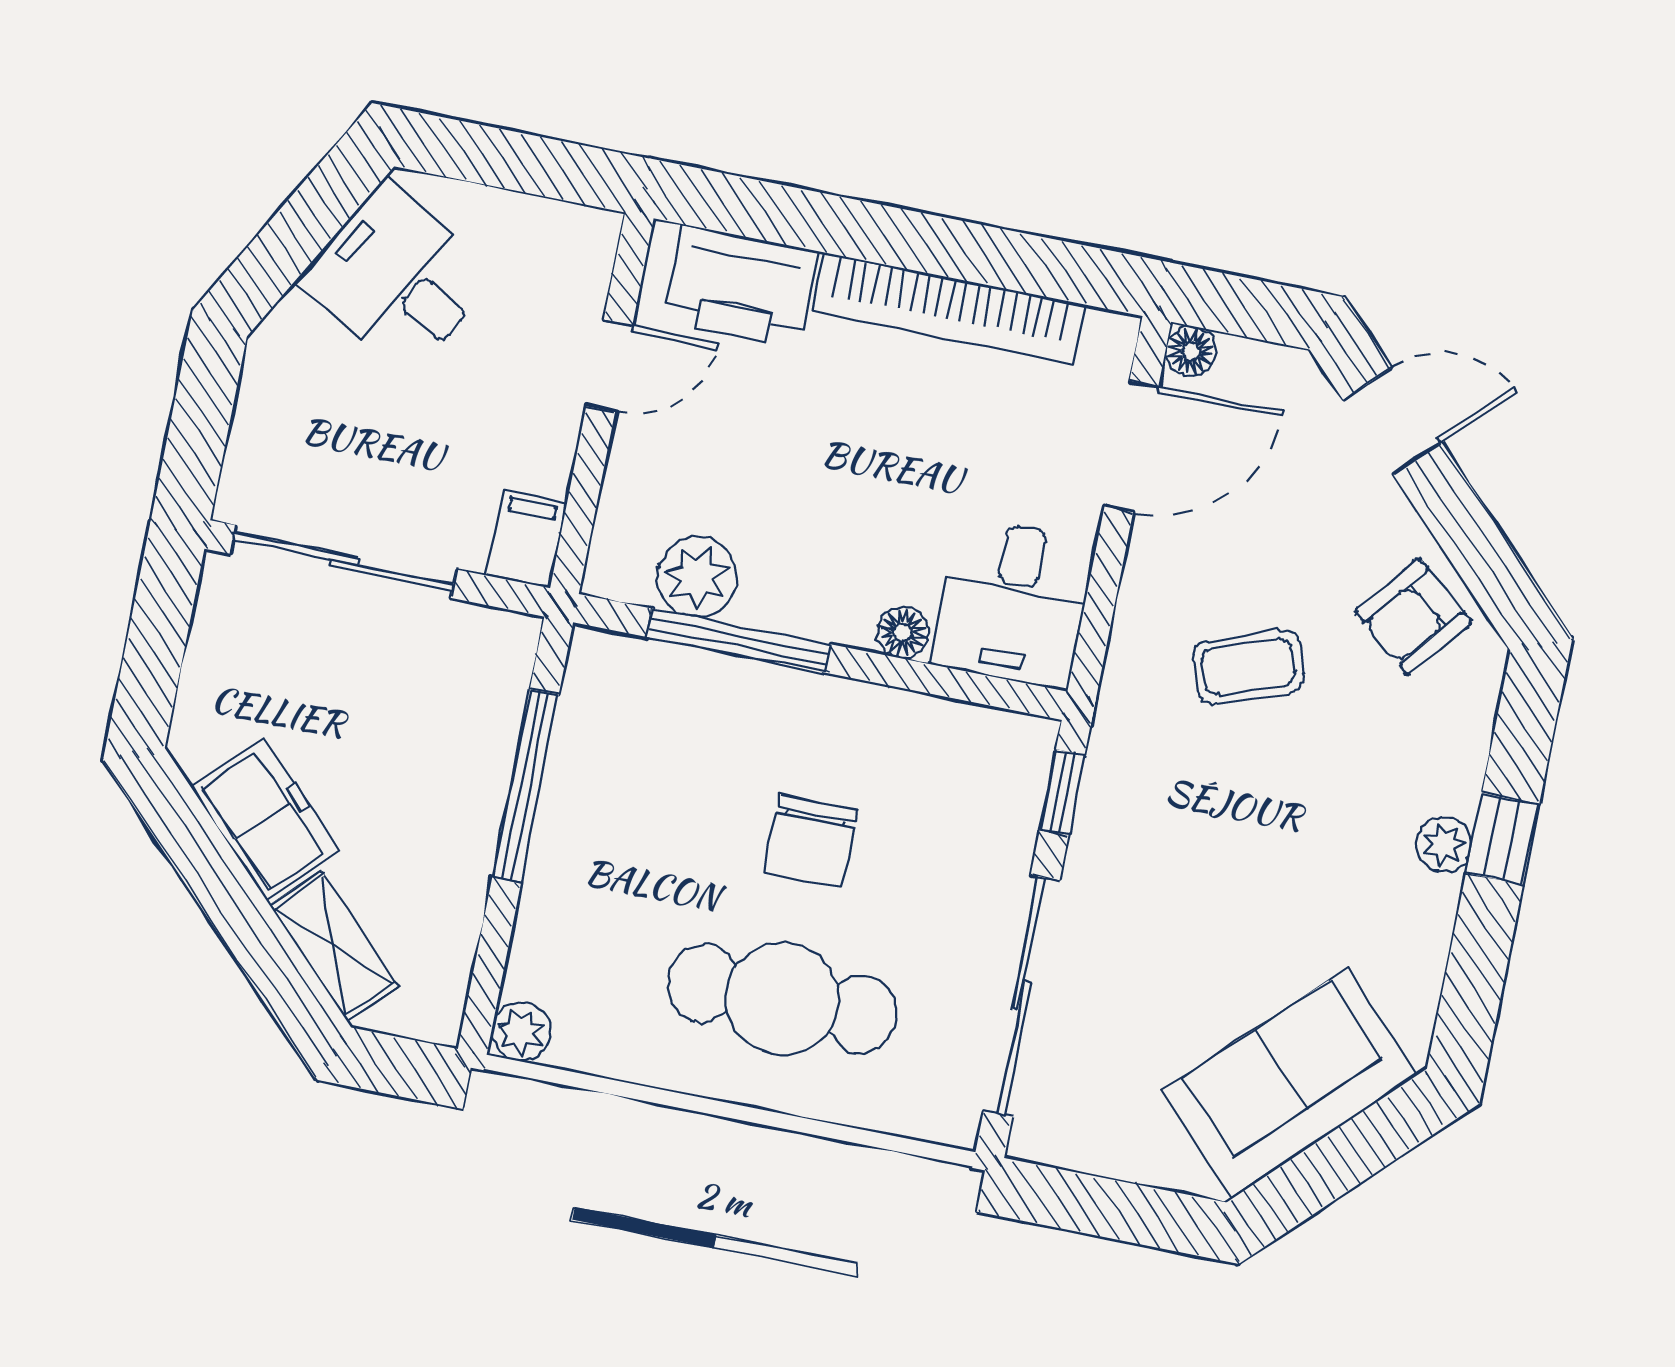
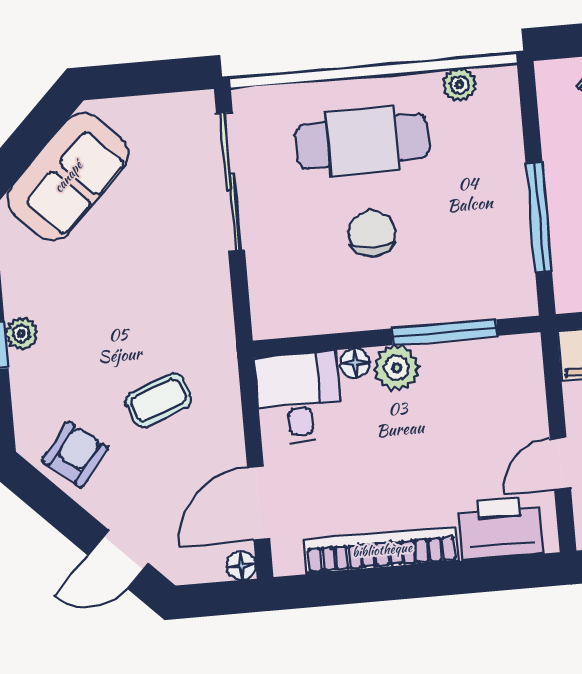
plant: (697, 577) -> (397, 368), moved
window: (1062, 792) -> (241, 301), removed
plant: (521, 1031) -> (459, 85), moved

